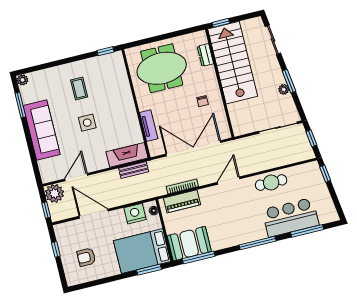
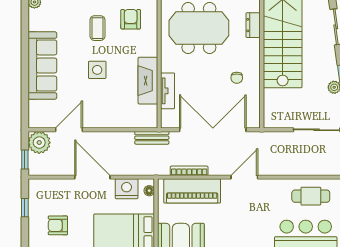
armchair: (104, 75) -> (131, 19), added
window: (20, 105) -> (25, 30), removed
fireplace: (127, 155) -> (148, 81), moved, turned -90
bench: (134, 170) -> (152, 138), moved
cafe table: (271, 183) -> (311, 196), moved
piano: (182, 201) -> (192, 191), width x1.37, depth x1.33
door: (94, 214) -> (92, 177), moved

